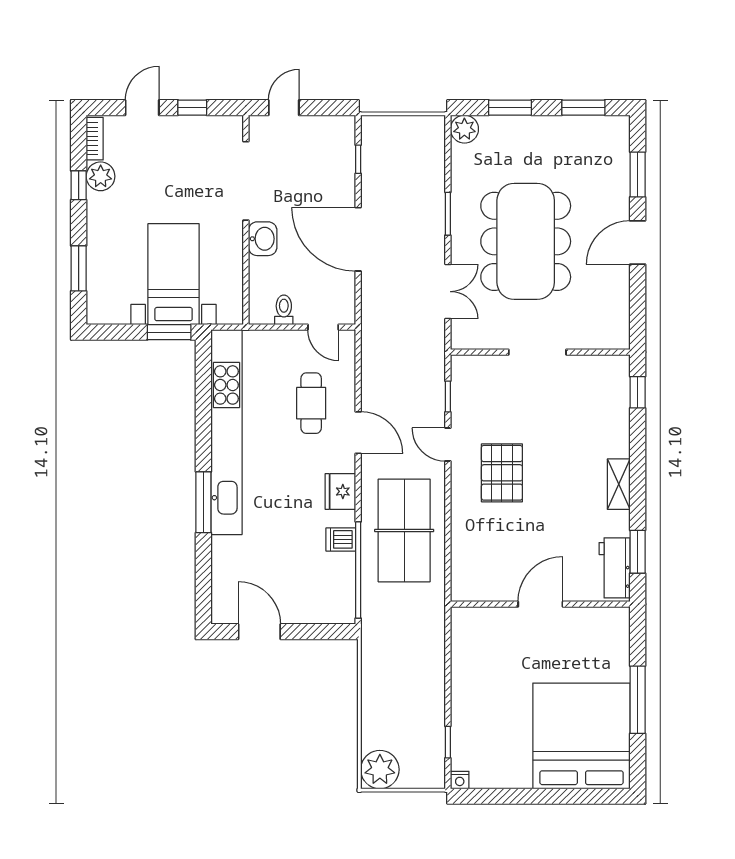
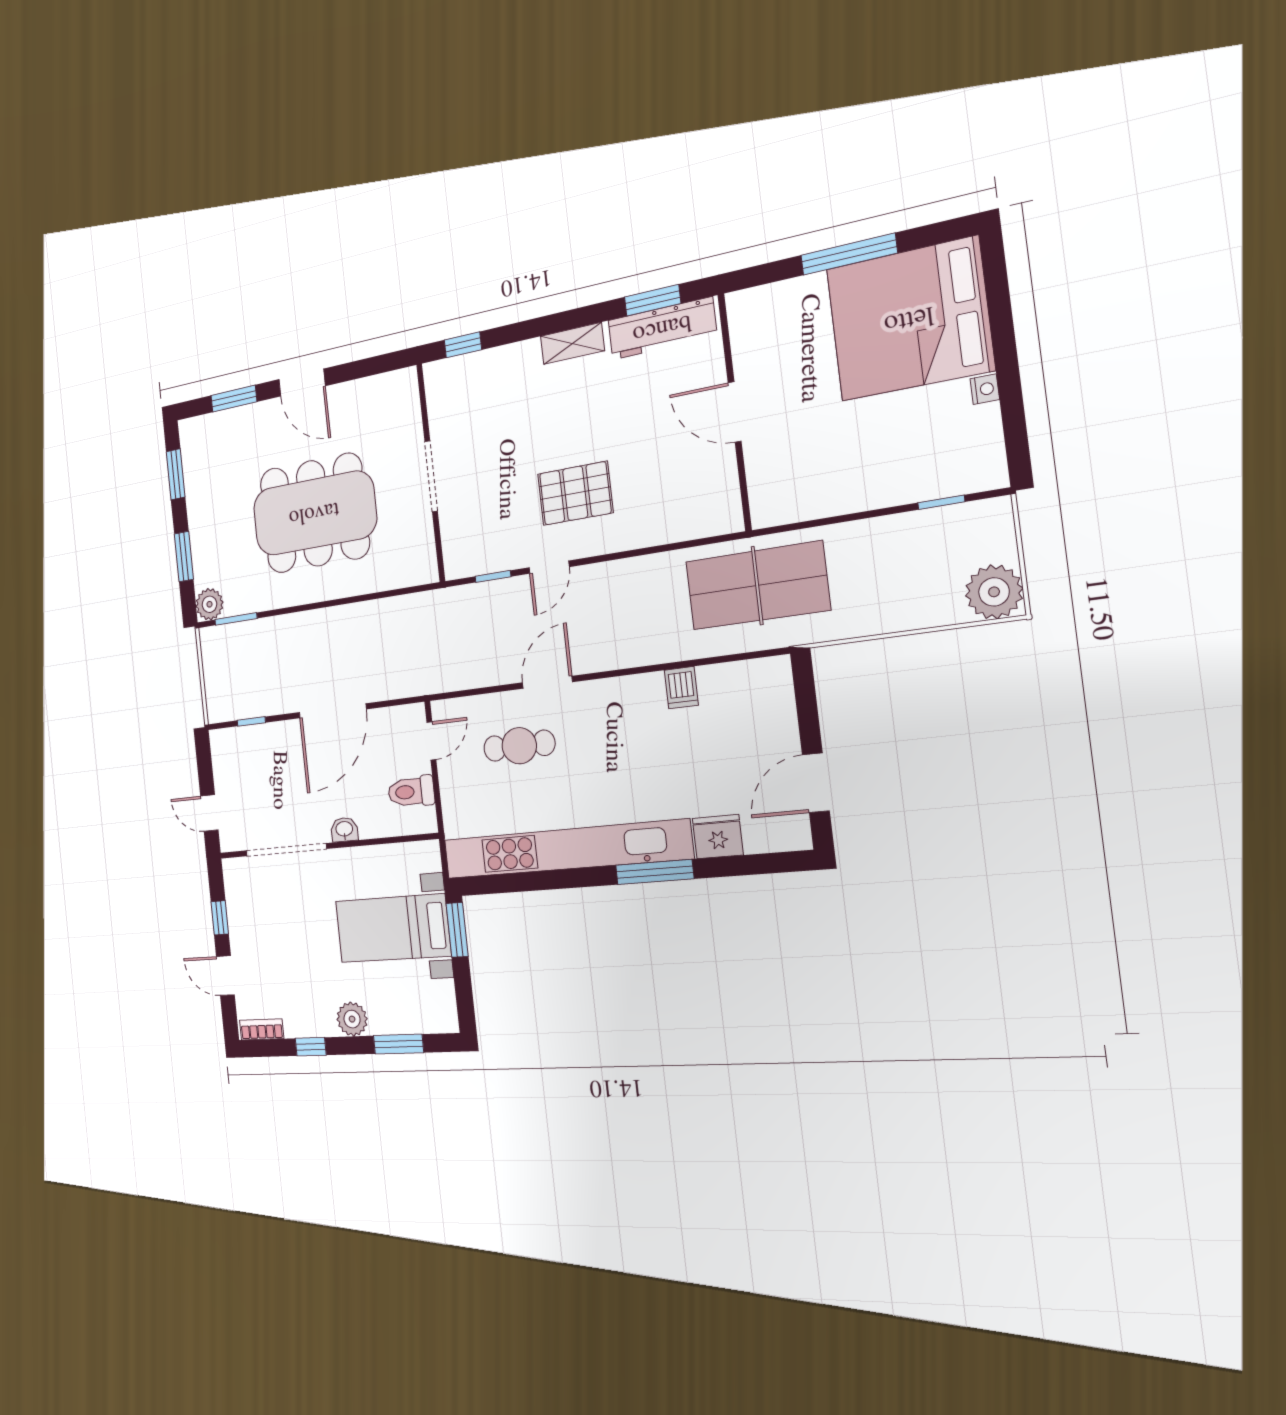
plant: (101, 176) -> (352, 1019), moved
window: (448, 214) -> (236, 619), moved
washbasin: (263, 239) -> (344, 830), width x0.72, depth x0.69
double door: (448, 292) -> (377, 596), removed
toilet: (284, 310) -> (411, 792), width x1.37, depth x1.39
fridge: (340, 491) -> (718, 837), moved, turned 180
table tennis table: (404, 530) -> (757, 586), moved
workbench: (615, 568) -> (662, 328), width x1.38
window: (358, 570) -> (718, 660), removed
nightstand: (460, 780) -> (985, 389), moved

